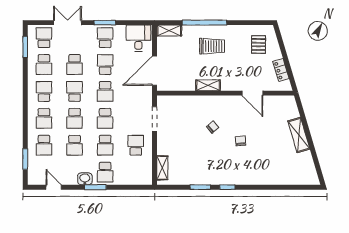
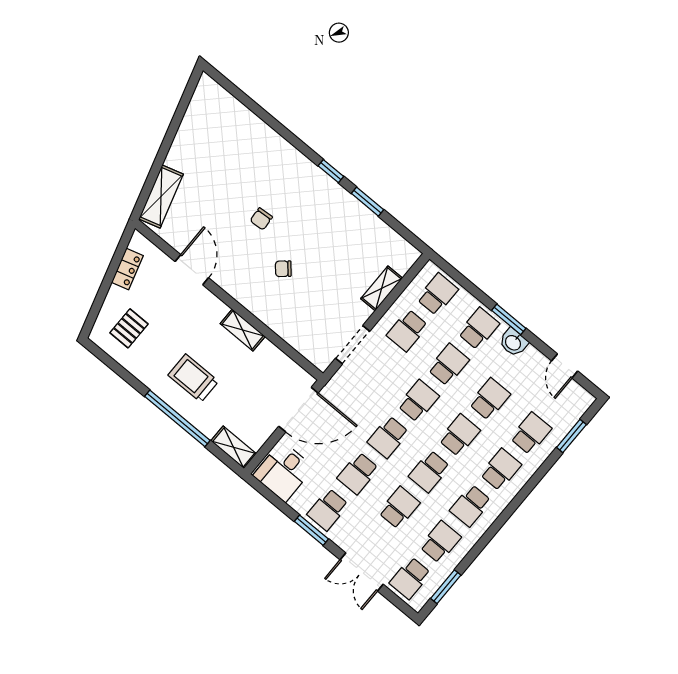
school desk: (105, 91) -> (388, 437), turned 180
shelving: (299, 135) -> (161, 197), moved
shelving: (162, 168) -> (382, 288), moved
school desk: (136, 172) -> (437, 294), added

